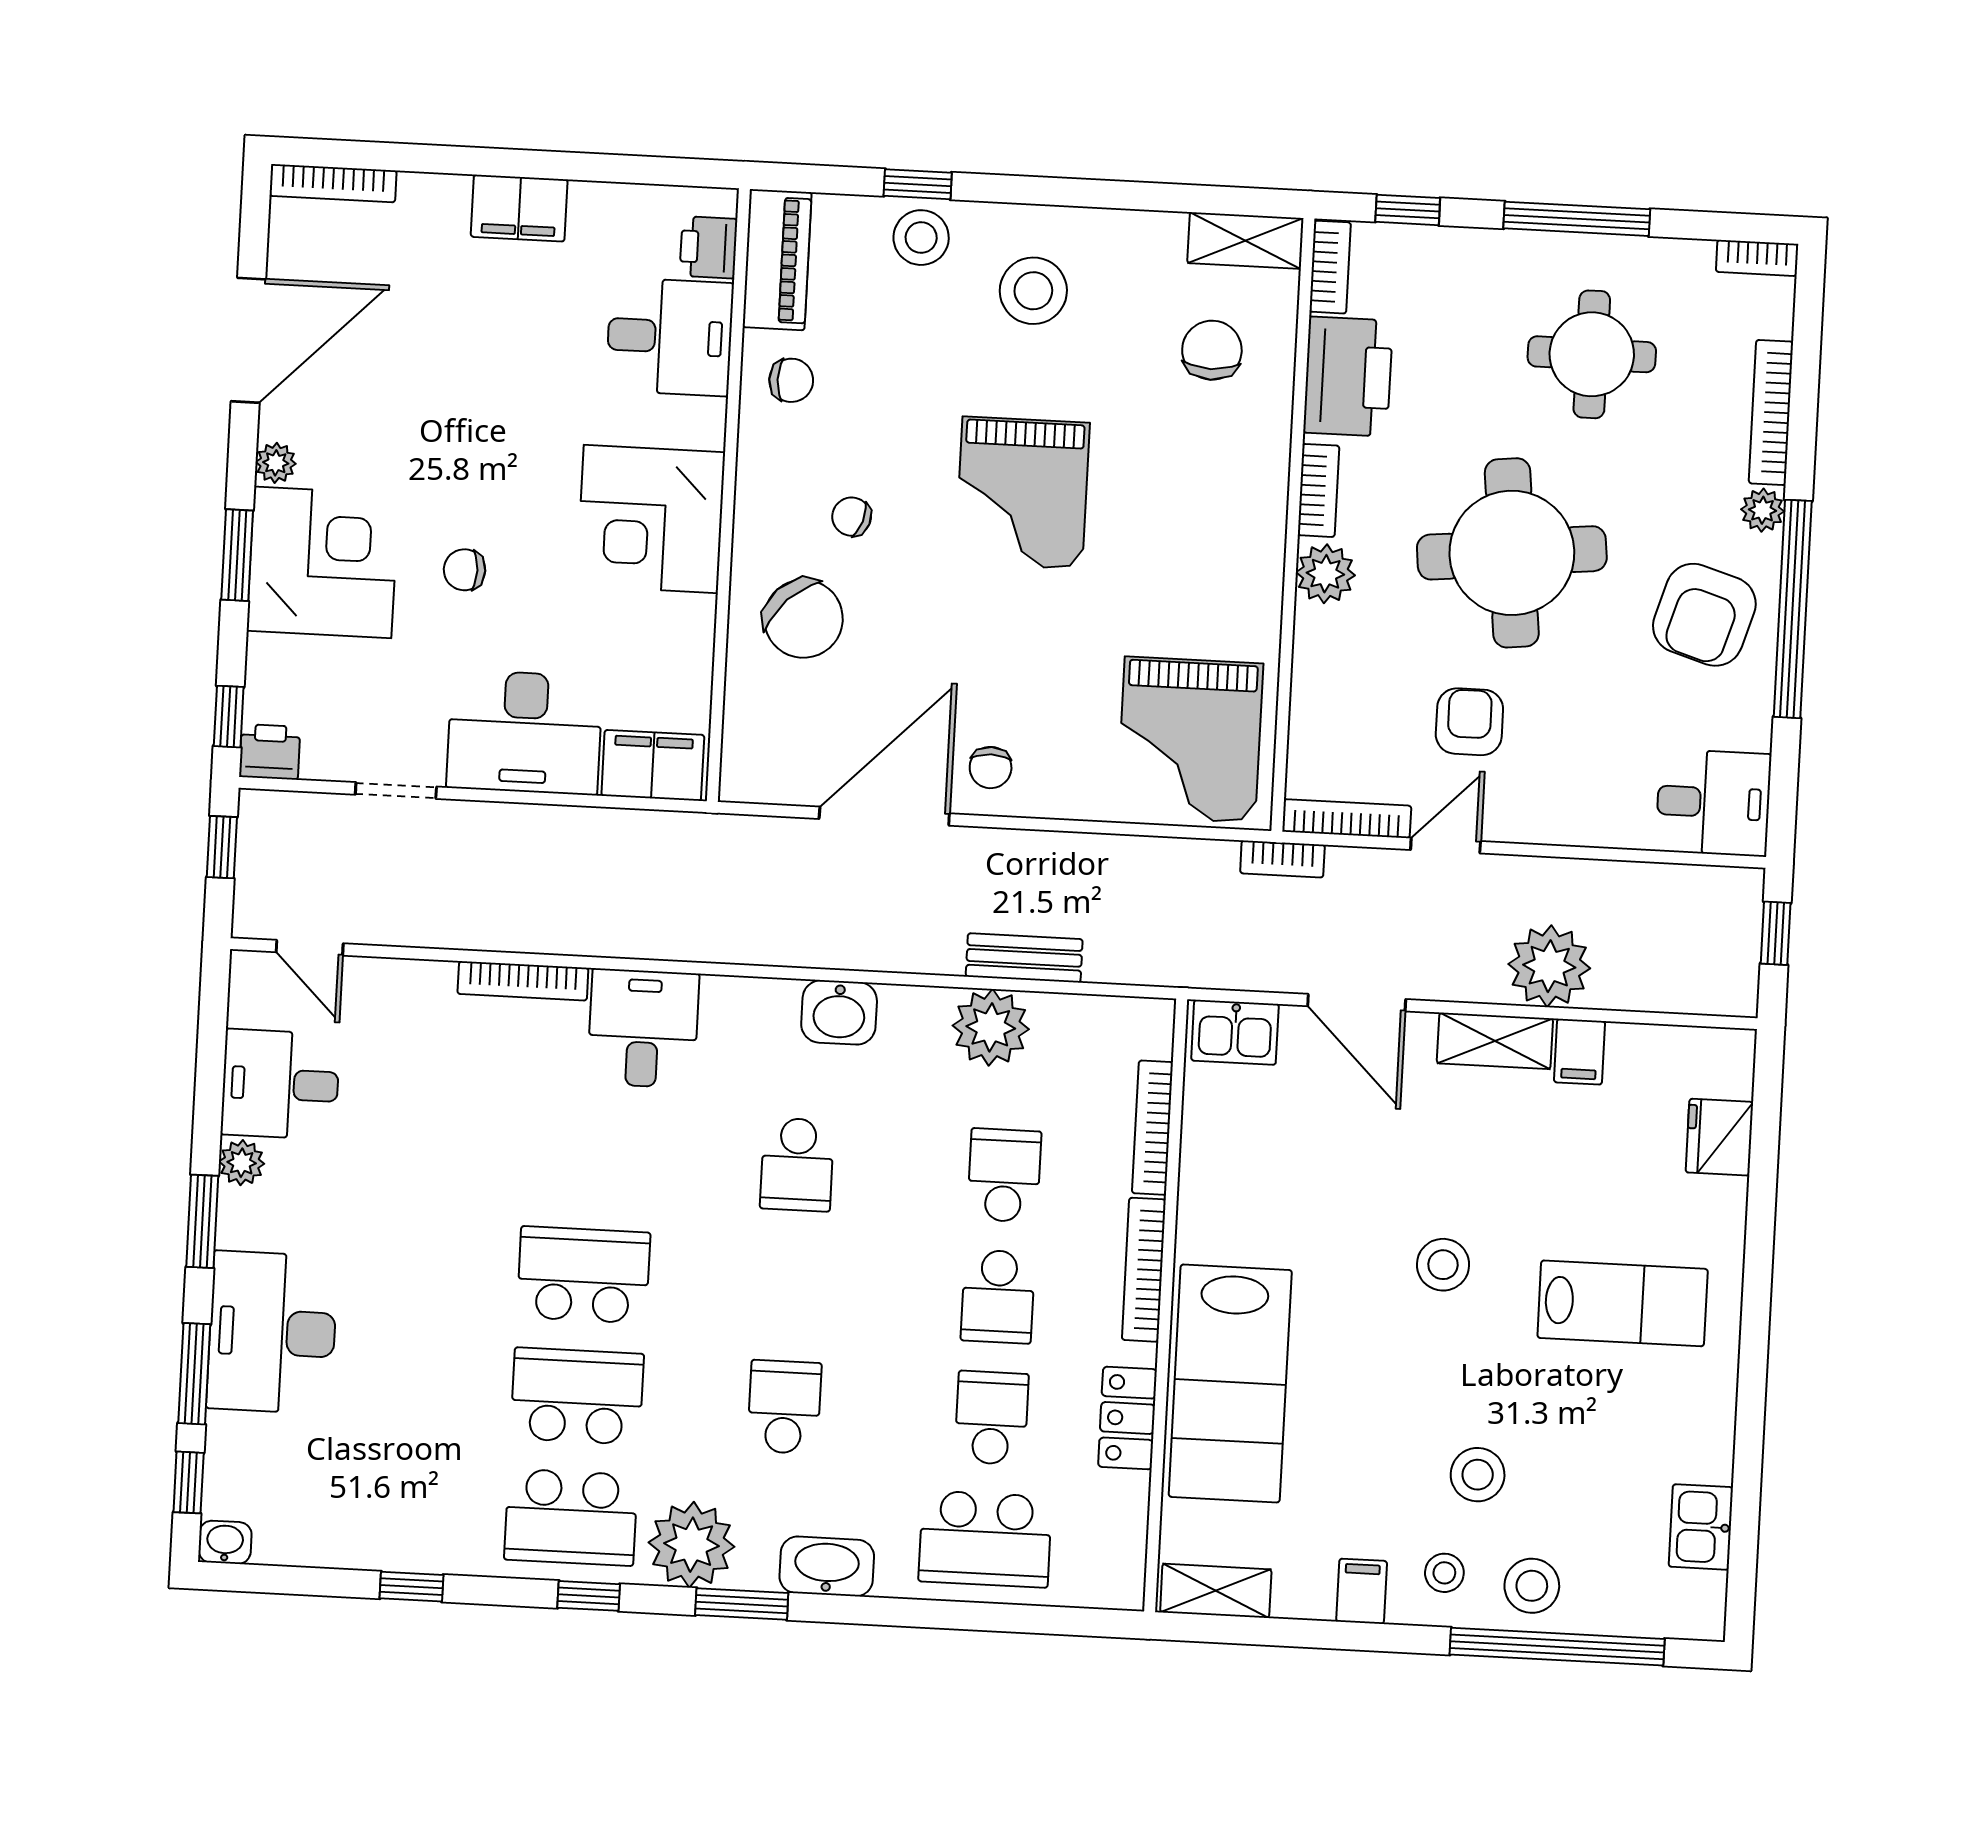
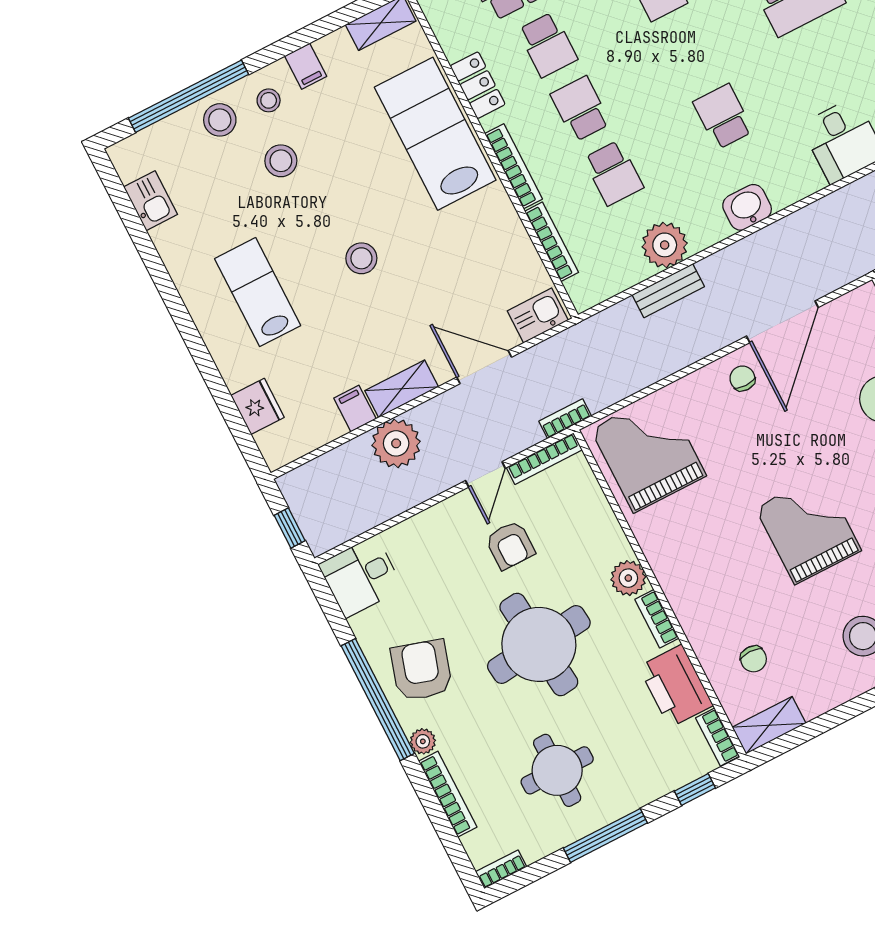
chair: (1212, 350) -> (754, 659), width x0.73, depth x0.73
lab bench: (1623, 1303) -> (258, 292), turned 90

